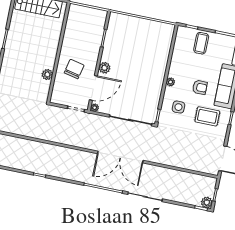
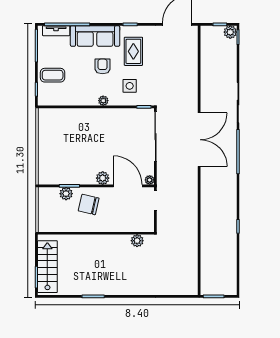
plant: (98, 34) -> (66, 194), added
chair: (74, 69) -> (89, 204), moved
plant: (47, 74) -> (137, 241), moved

